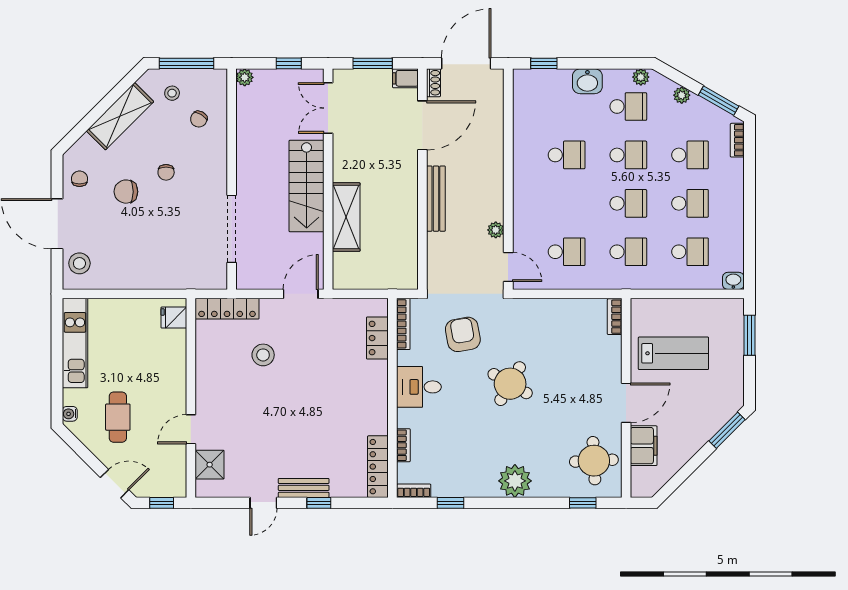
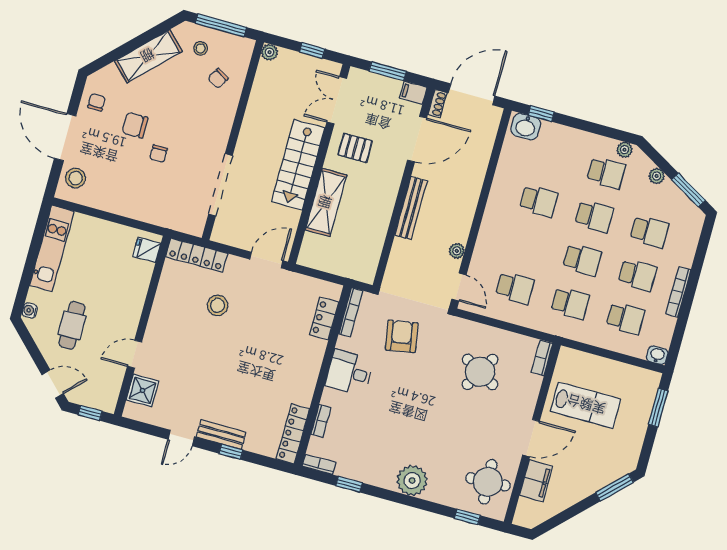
washbasin: (587, 81) -> (526, 126), moved
bookcase: (737, 140) -> (678, 292), moved, width x1.56
pallet: (361, 152) -> (355, 148), added
chair: (166, 172) -> (159, 154), moved
round table: (510, 384) -> (480, 372), moved

